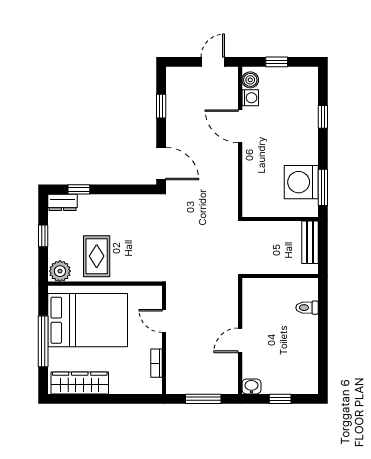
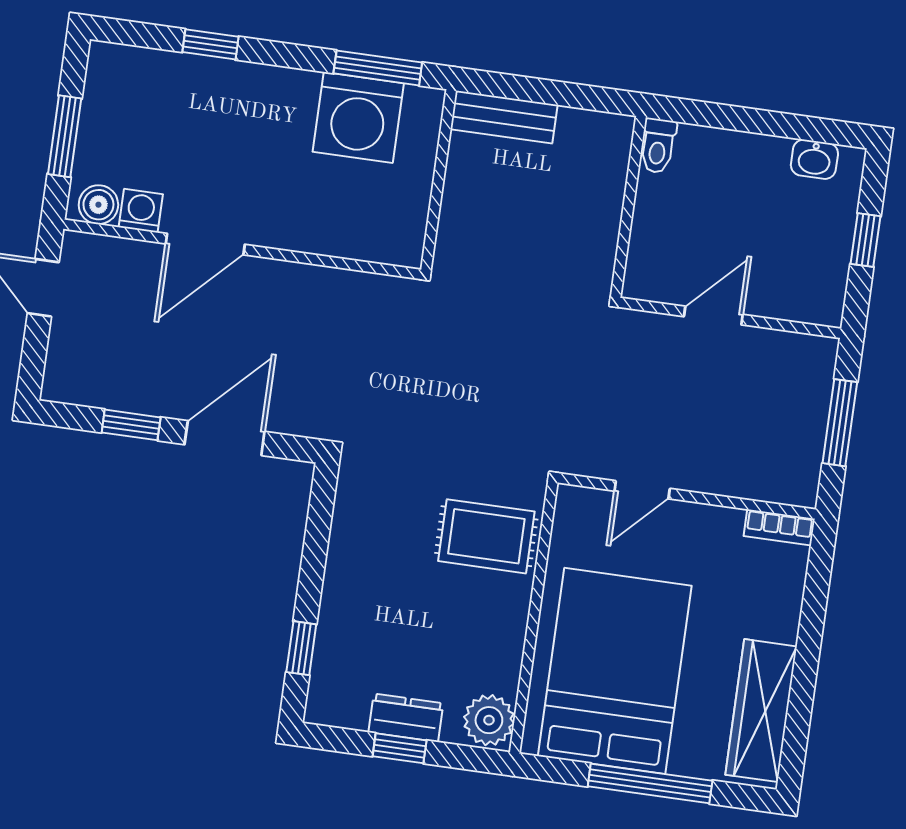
window: (277, 62) -> (65, 136), width x1.50
door: (161, 164) -> (225, 438), moved
dresser: (63, 202) -> (406, 718), moved, turned -90
rug: (97, 256) -> (486, 536), moved
wall: (280, 276) -> (628, 207), moved
door: (240, 340) -> (713, 316), swing flipped
bookcase: (156, 363) -> (779, 527), moved
washbasin: (251, 386) -> (814, 159), moved, turned -90

